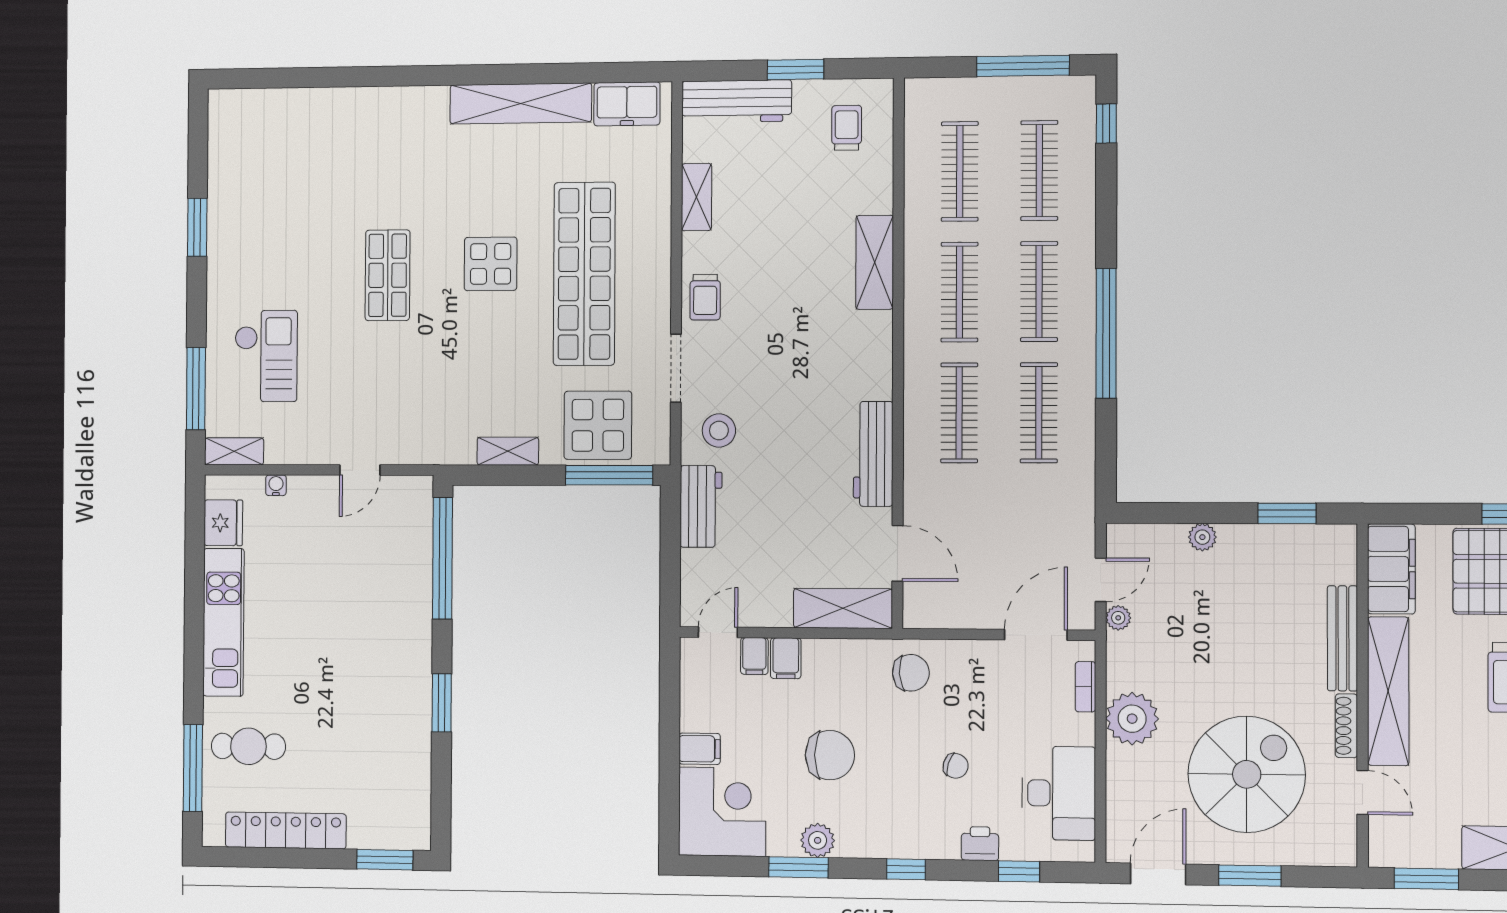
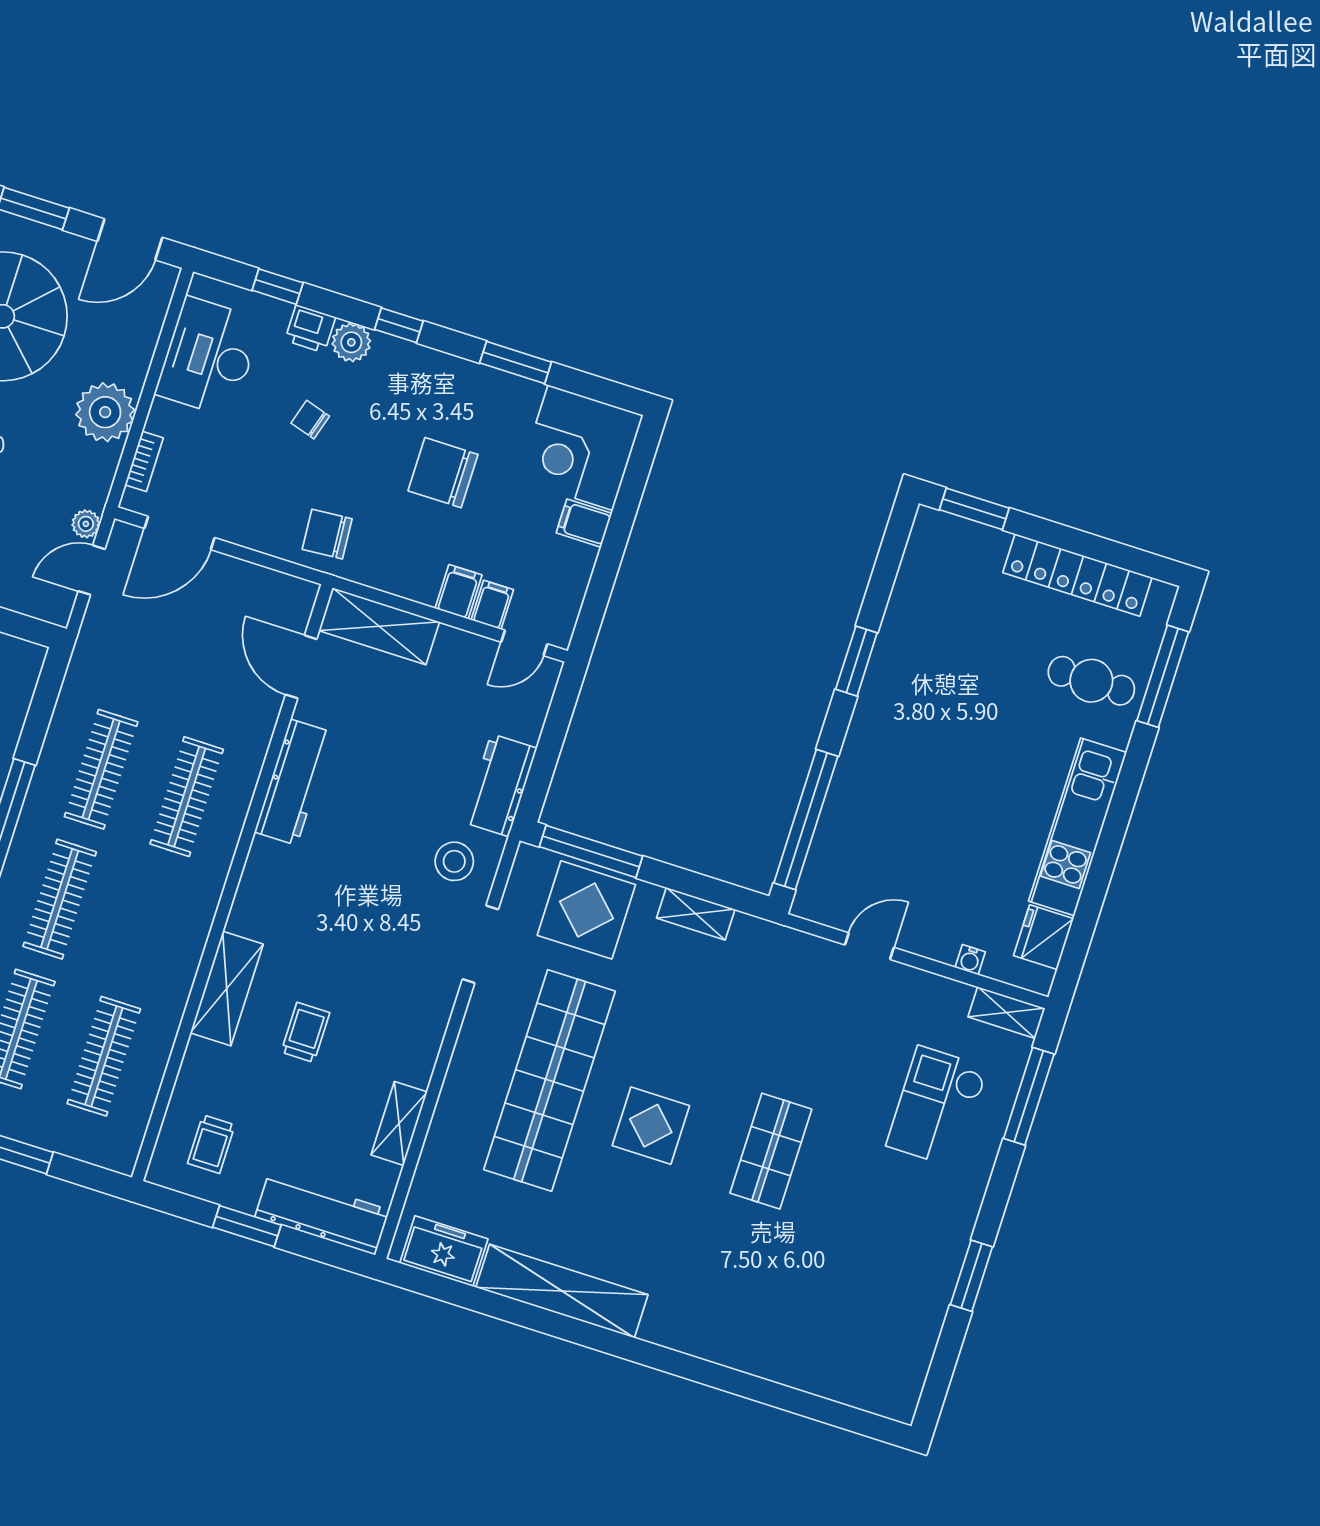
clothes rail: (959, 292) -> (145, 926), removed
trolley: (705, 297) -> (305, 1032), moved
plant: (818, 840) -> (351, 342), moved

